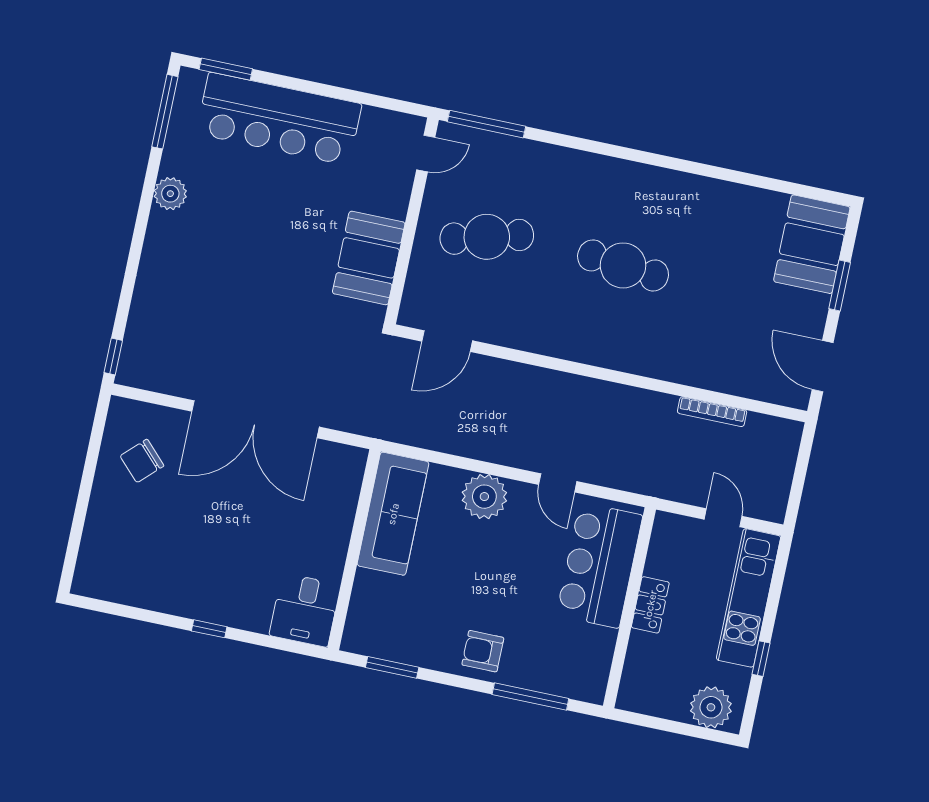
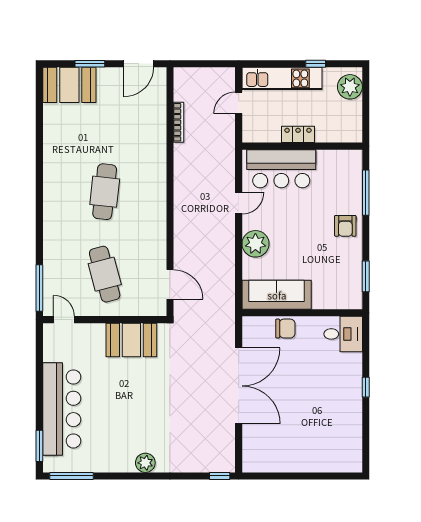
plant: (170, 194) -> (145, 463), moved
chair: (142, 461) -> (285, 329), moved, turned -46

